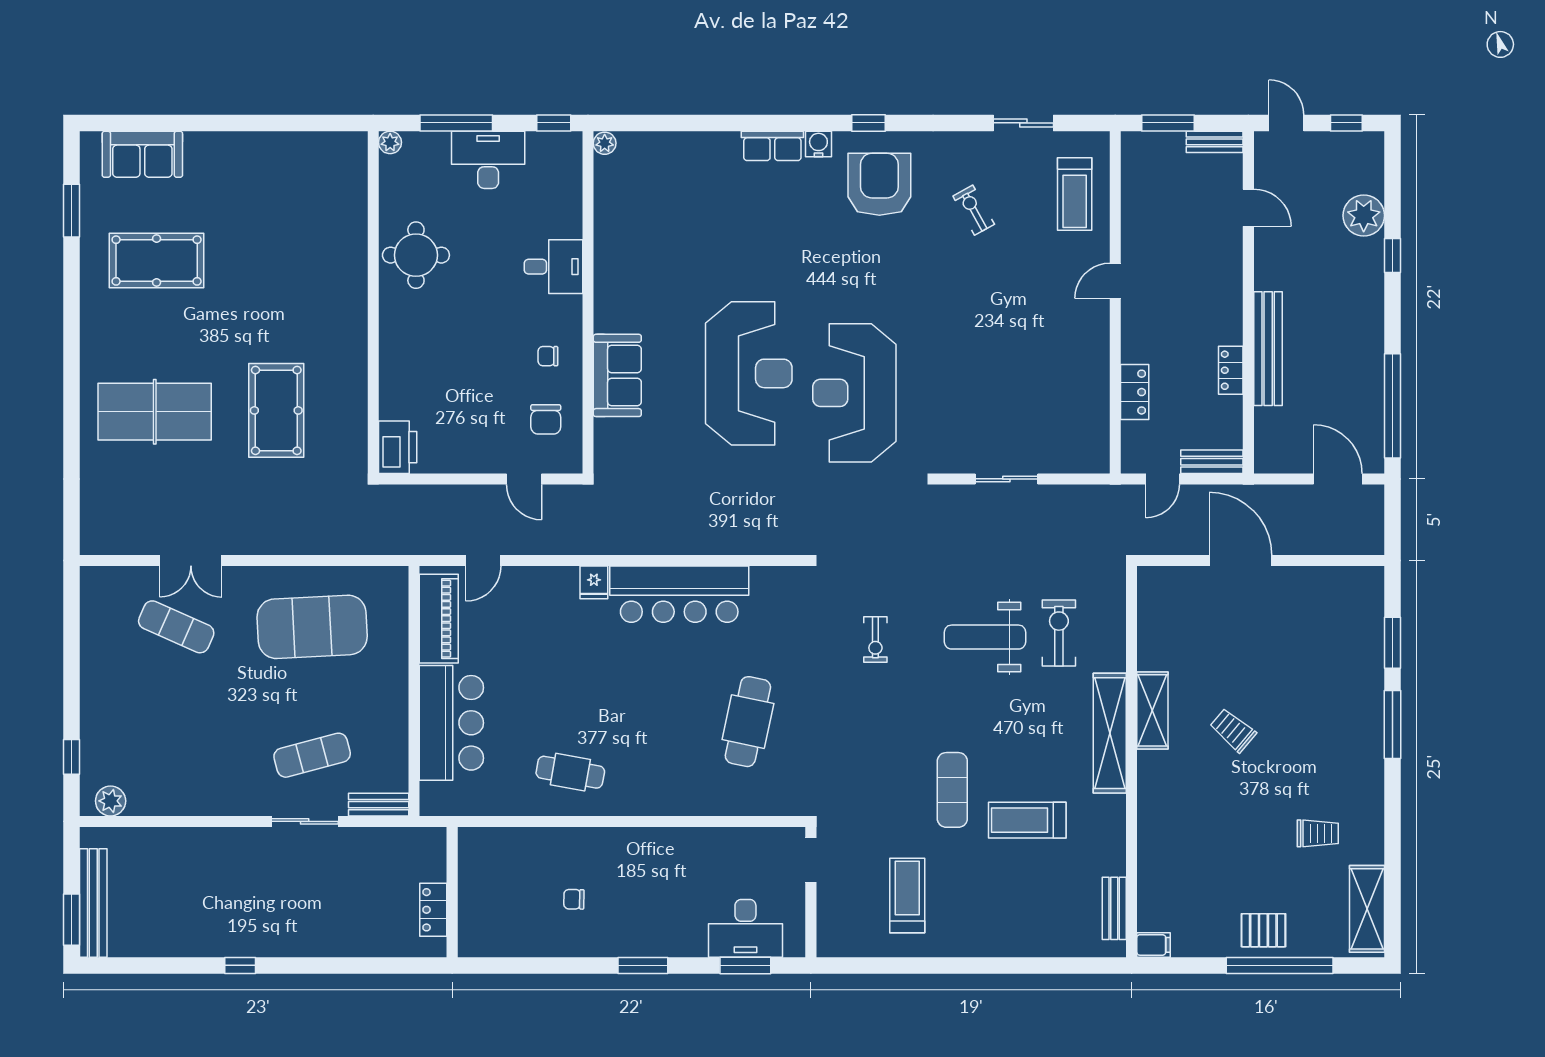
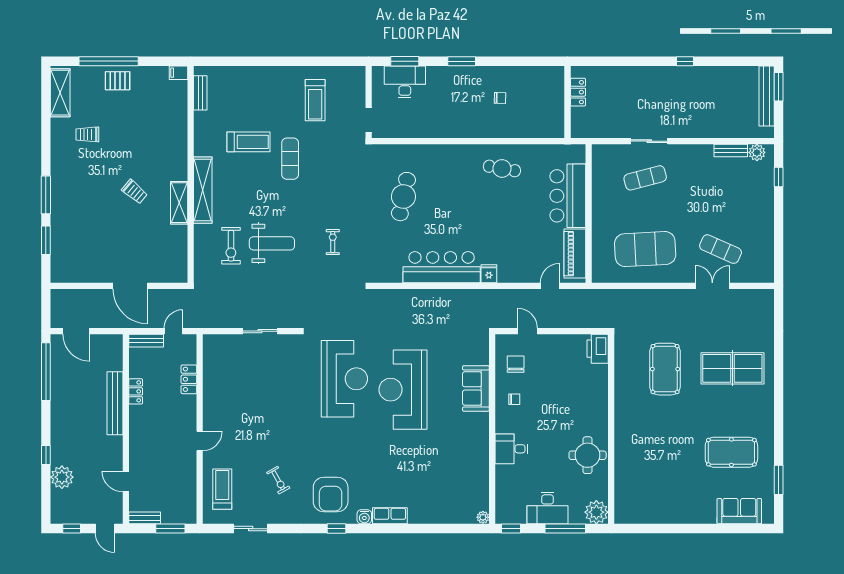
plant: (390, 142) -> (596, 512), width x1.87, depth x1.87
bench: (379, 805) -> (731, 150), moved

